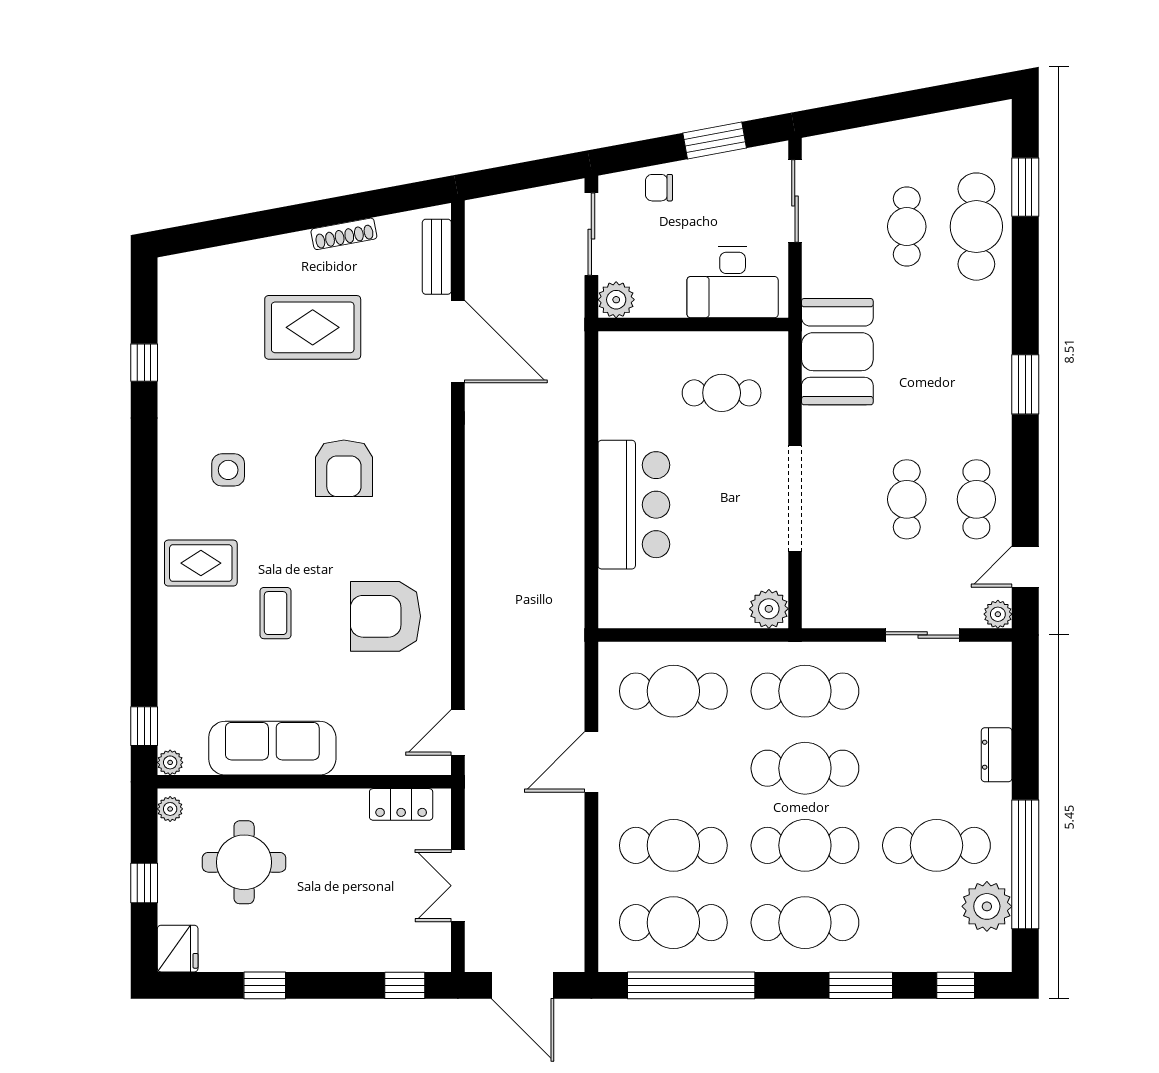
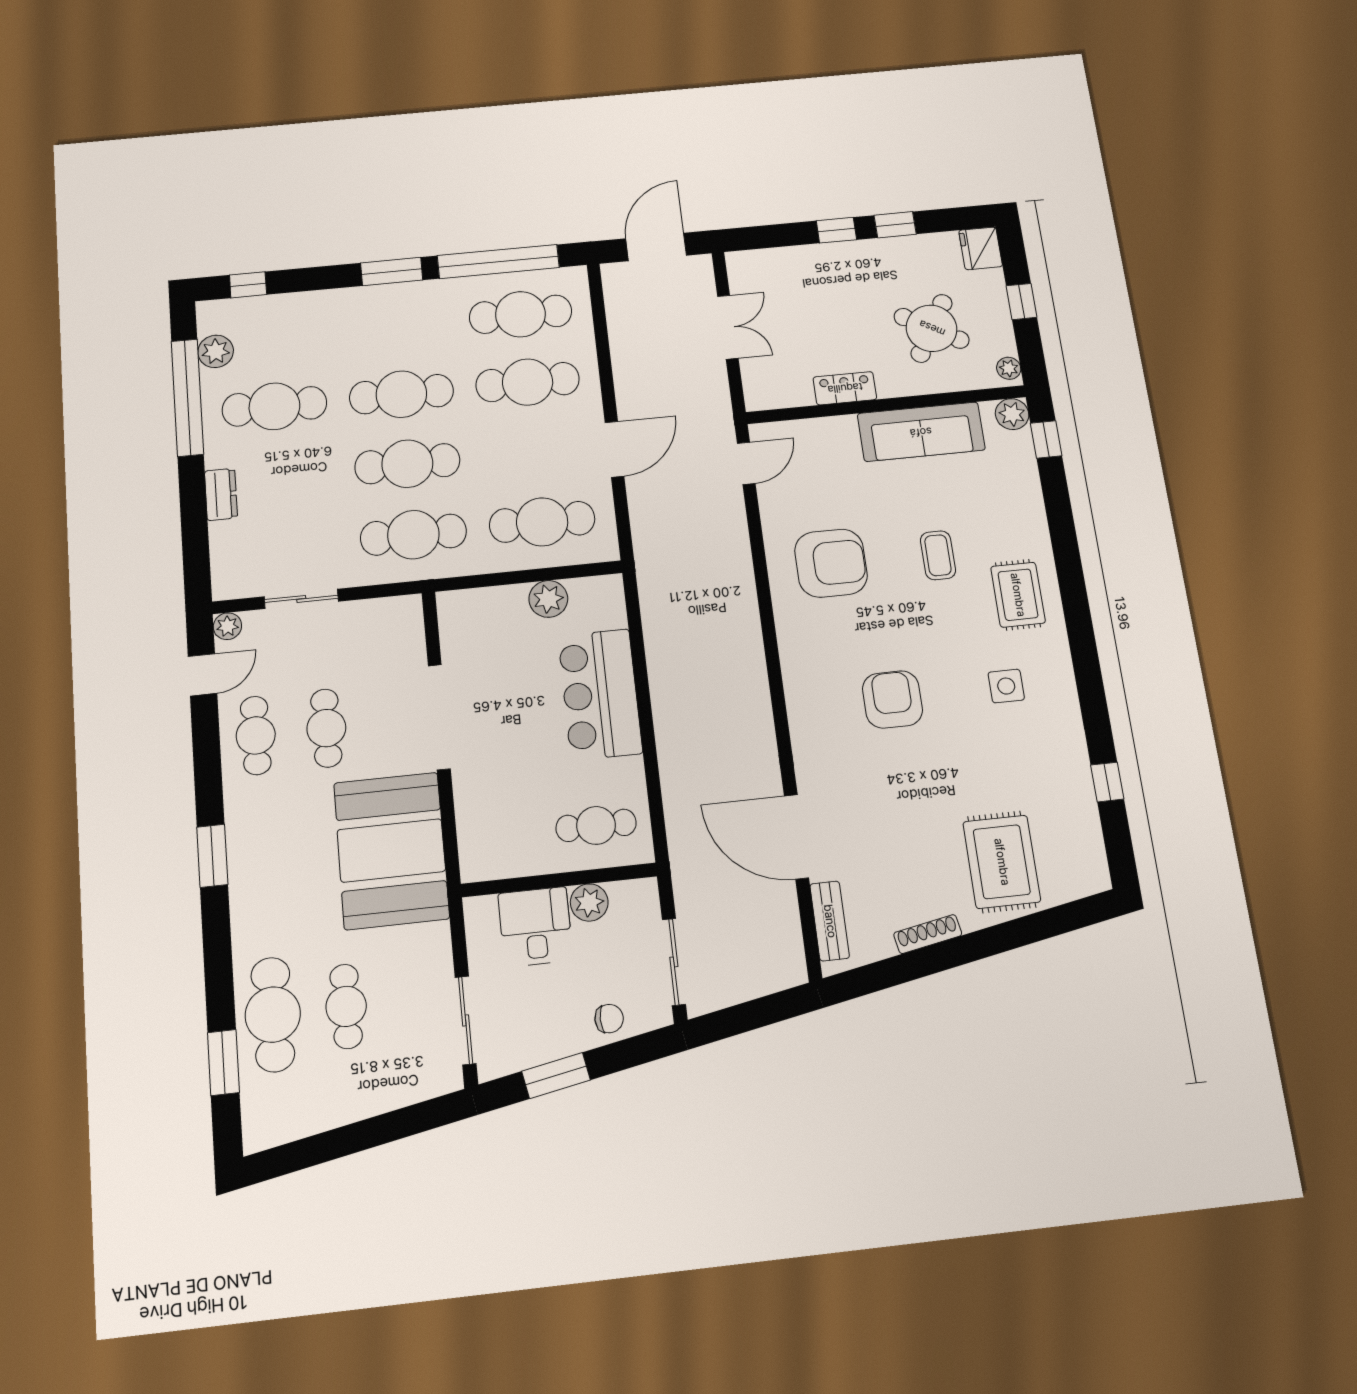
desk: (733, 282) -> (535, 927), width x0.73
plant: (616, 300) -> (589, 902), moved
rug: (313, 327) -> (1002, 862), moved, turned 90
booth: (837, 352) -> (391, 850), width x1.36, depth x1.42
cafe table: (722, 393) -> (596, 825), moved
rug: (201, 563) -> (1018, 595), turned 90
plant: (769, 609) -> (548, 599), moved
plant: (170, 762) -> (1012, 414), width x1.38, depth x1.38
locker: (401, 804) -> (845, 388), moved
round table: (244, 862) -> (932, 328), turned 30
plant: (987, 906) -> (216, 351), width x0.73, depth x0.73
cafe table: (805, 923) -> (396, 326), removed
window: (405, 985) -> (836, 230), moved
door: (523, 985) -> (656, 247), hinge flipped
window: (861, 985) -> (392, 271), moved

